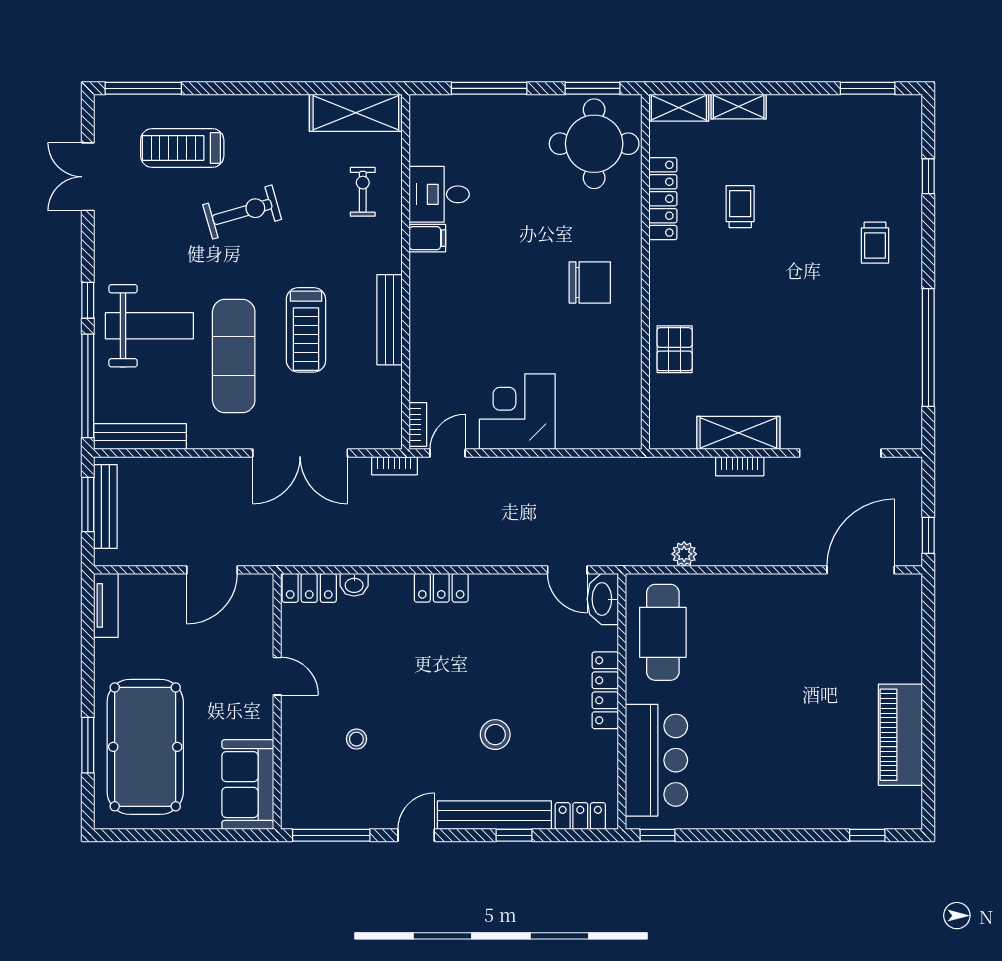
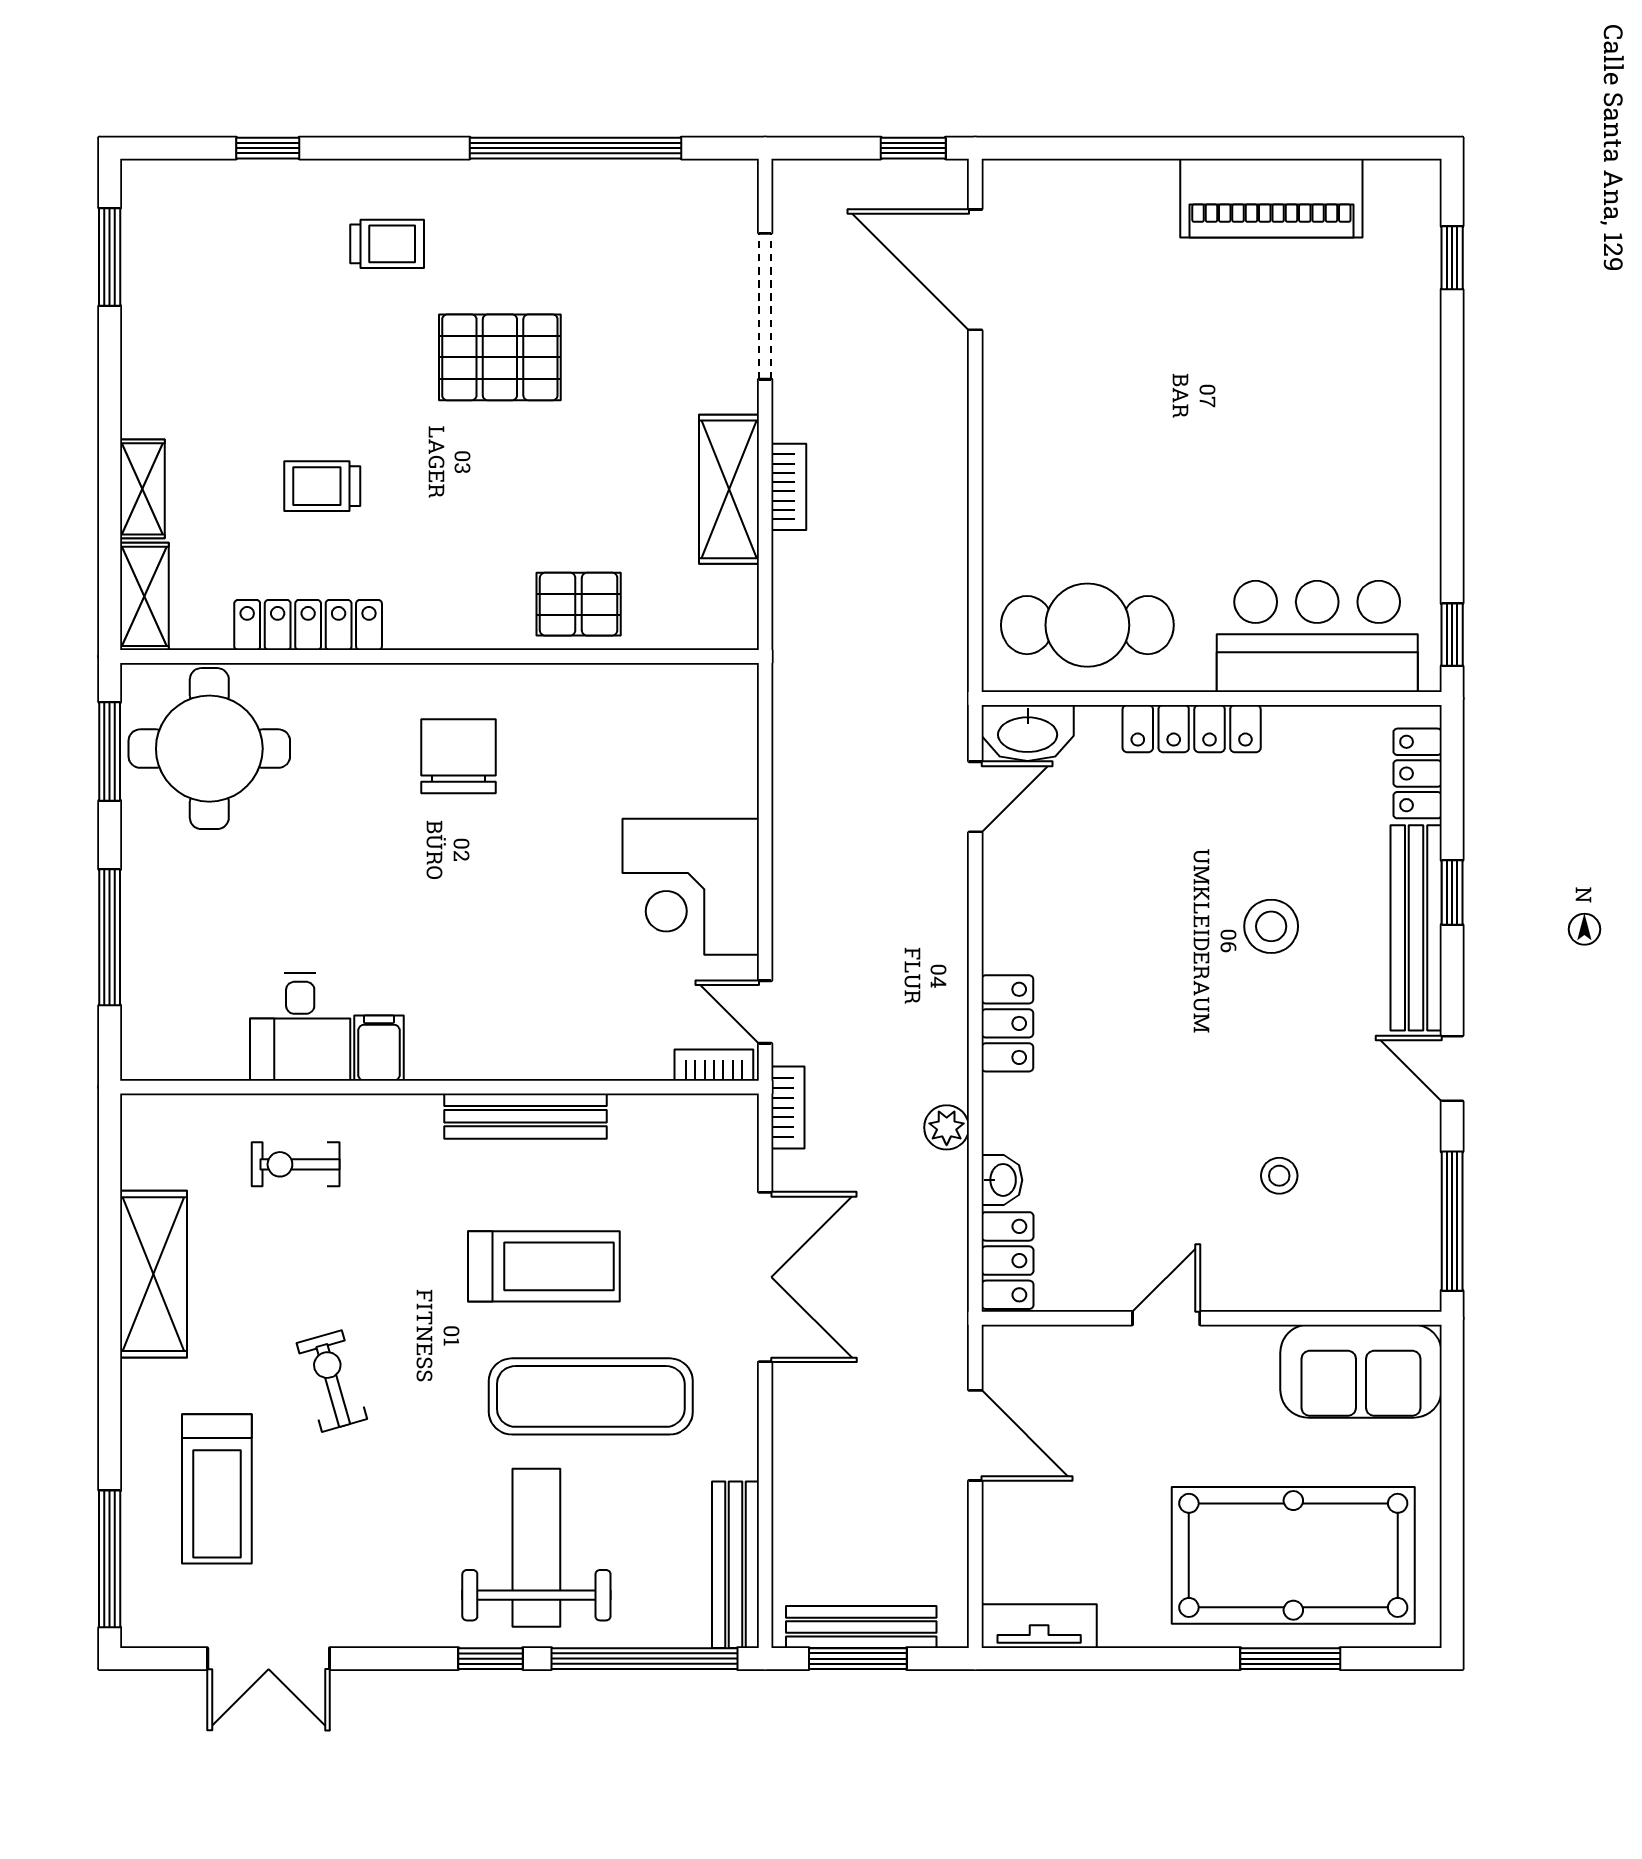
shelving: (356, 113) -> (154, 1274), moved
exercise bike: (242, 212) -> (332, 1381), width x0.73, depth x0.72
pallet: (812, 305) -> (500, 357), added
plant: (684, 554) -> (947, 1127), moved

